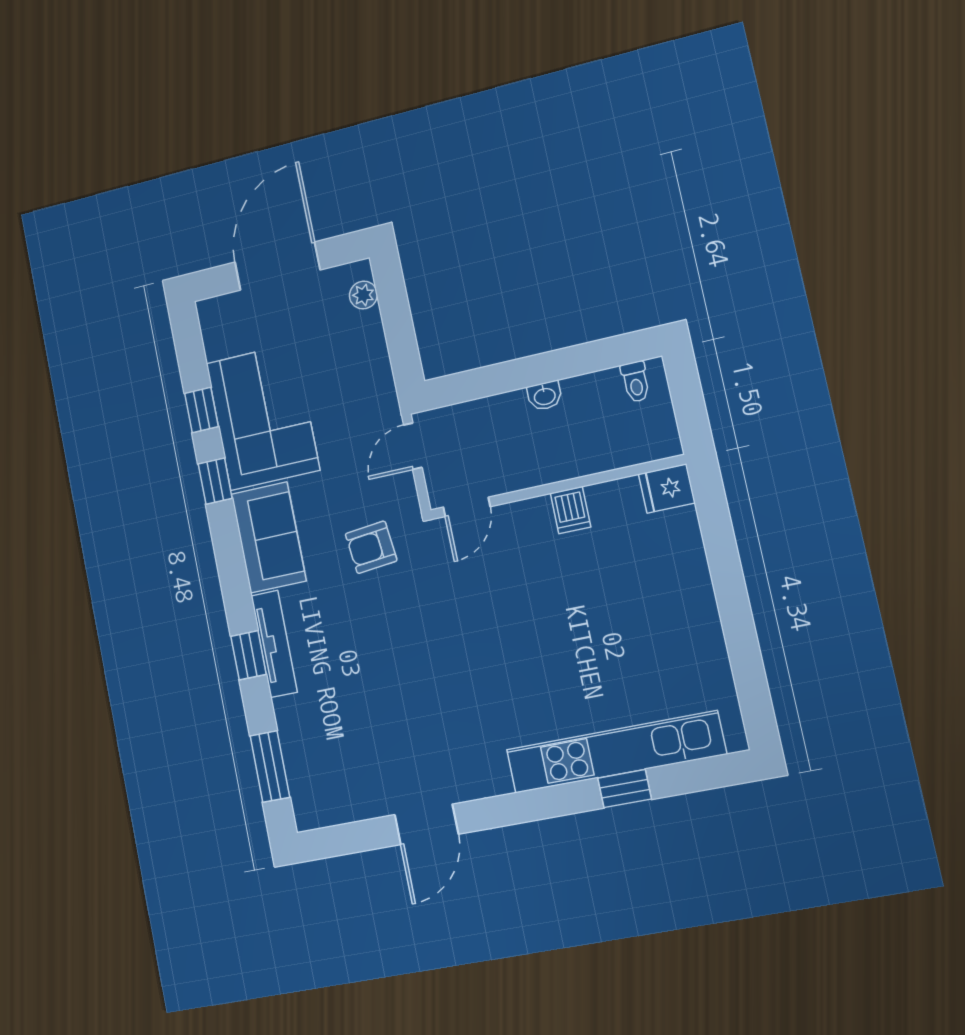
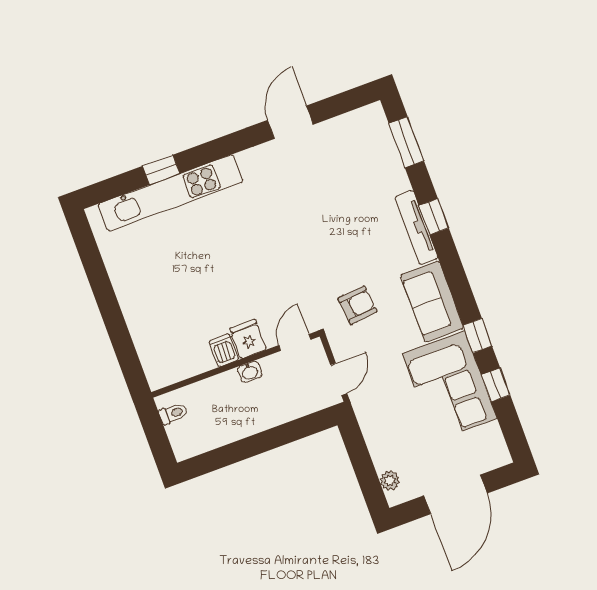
toilet: (636, 382) -> (173, 413), moved, turned 90
washbasin: (545, 396) -> (250, 372), moved, turned 180
fridge: (667, 489) -> (248, 339), moved, turned -90

